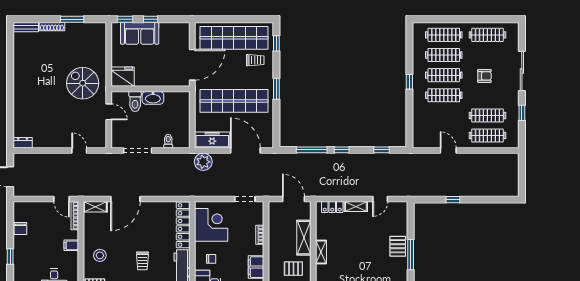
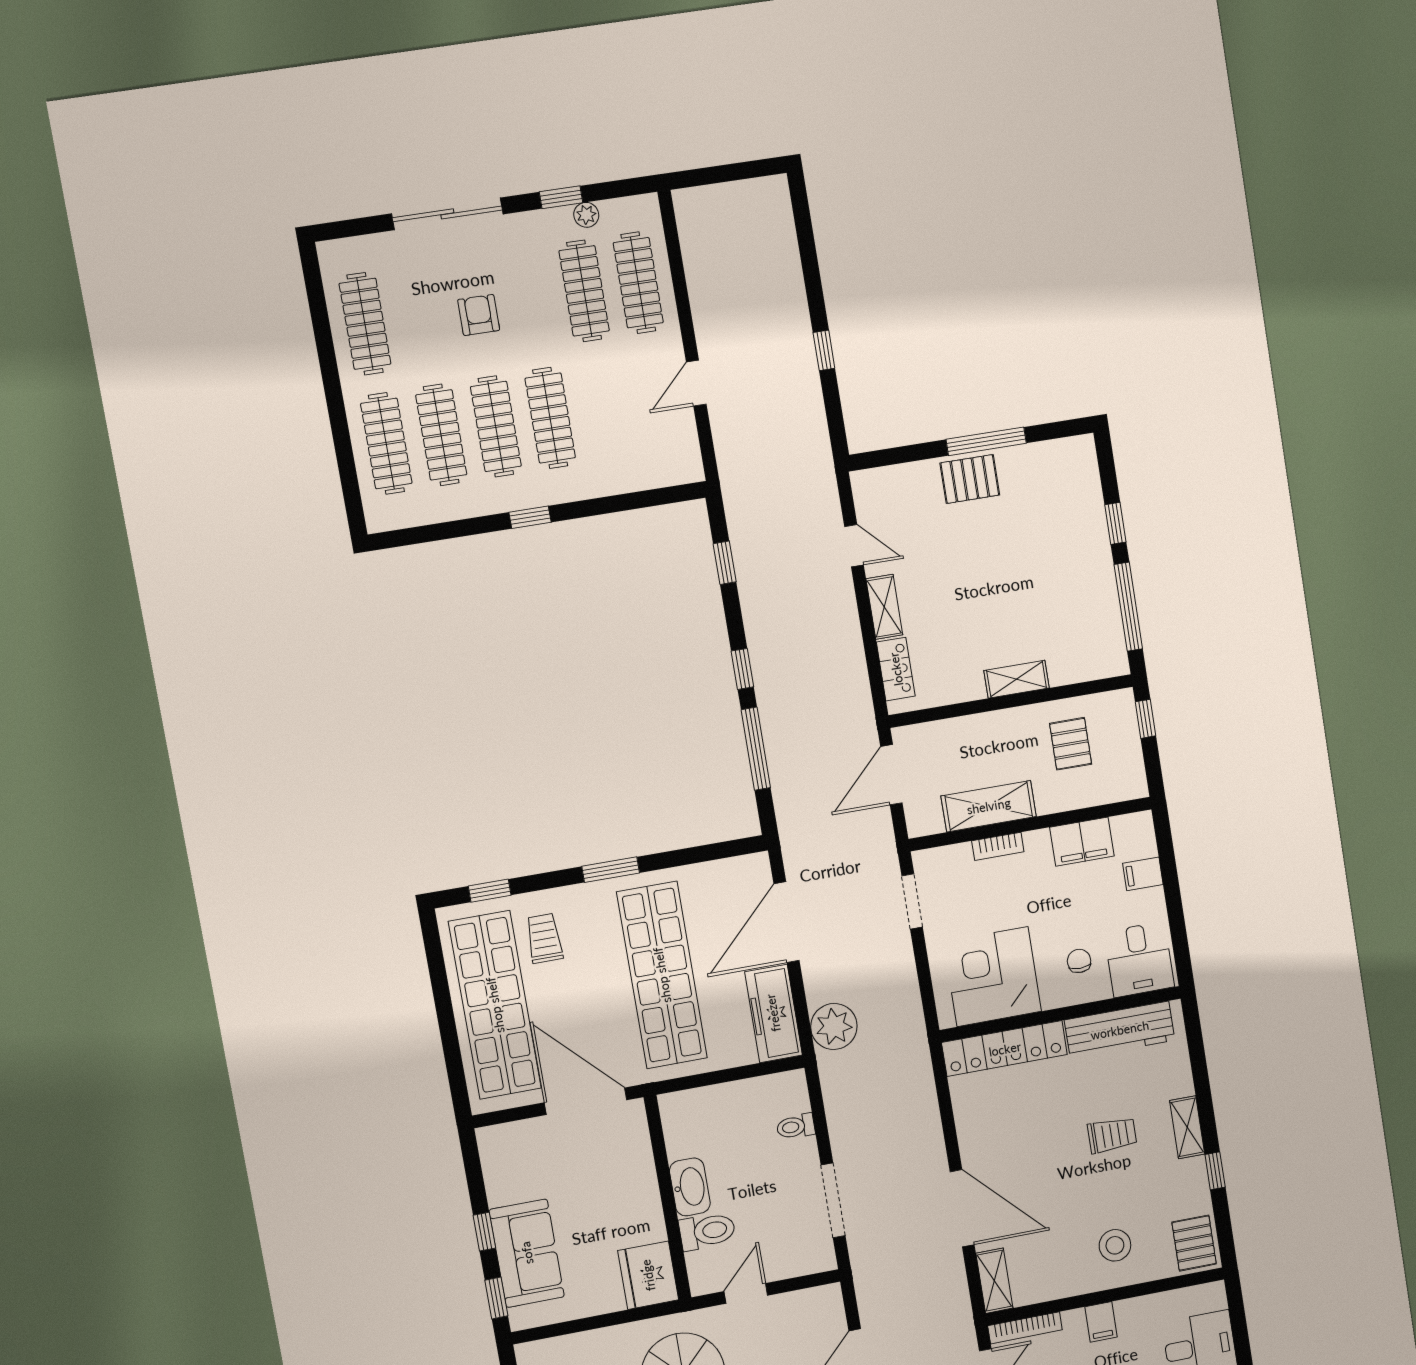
plant: (514, 121) -> (586, 215), added
shelving: (304, 238) -> (989, 806), moved

